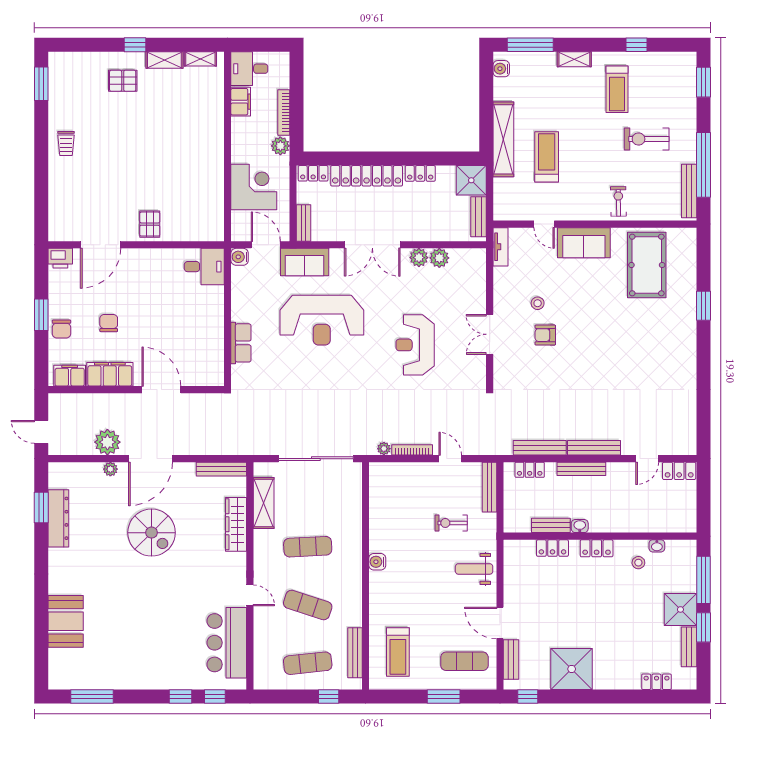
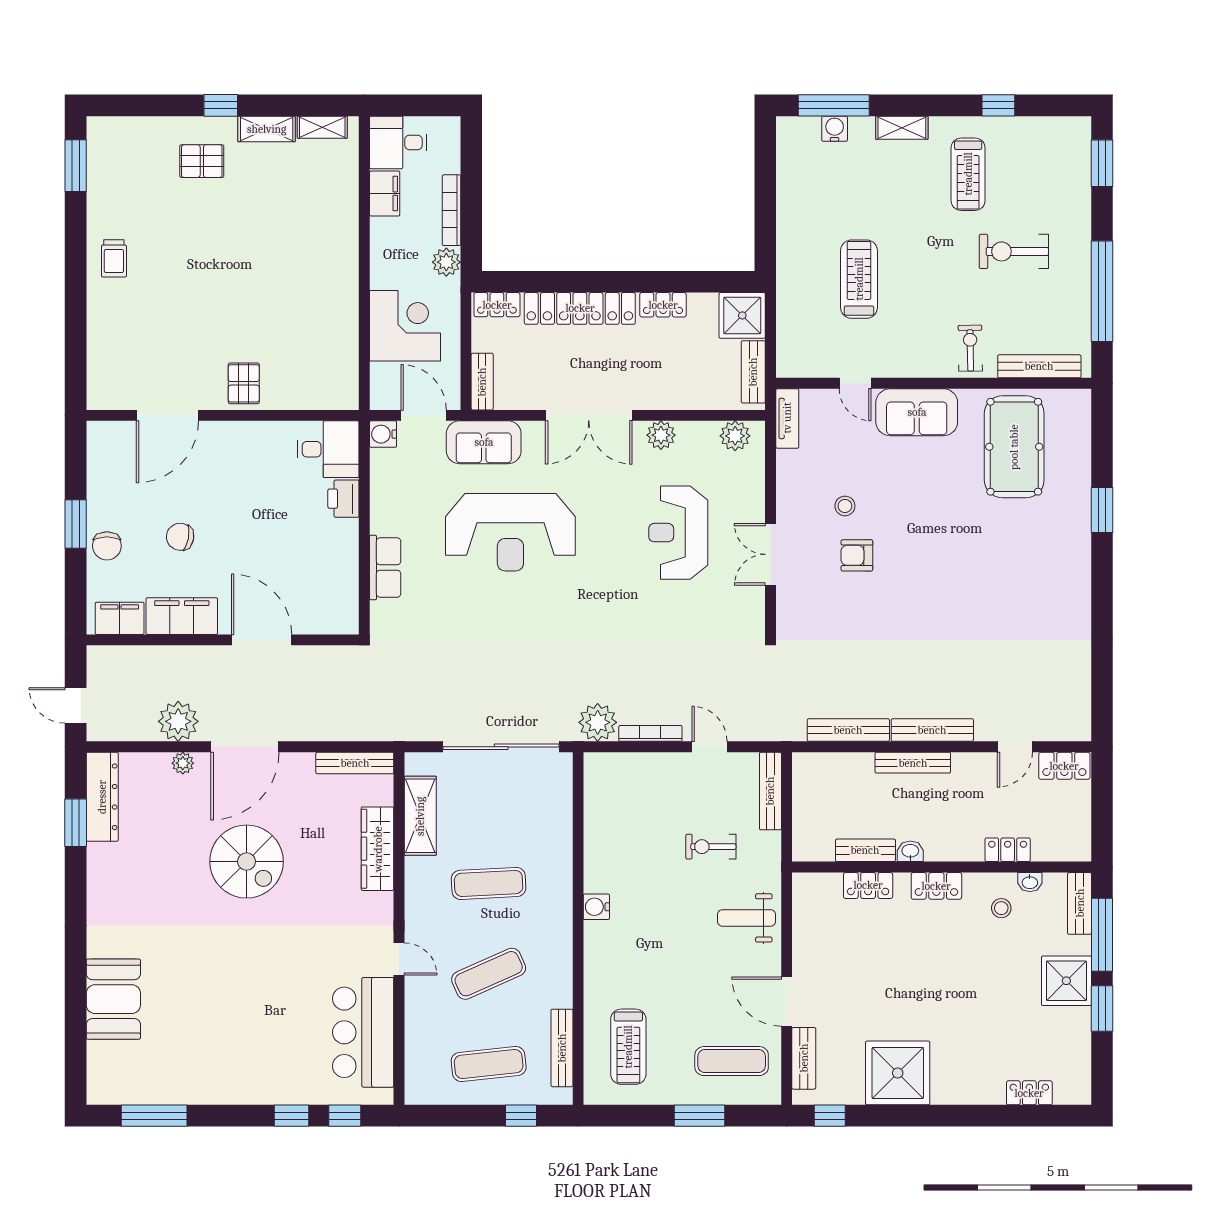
water cooler: (501, 69) -> (835, 129), moved, turned 90
shelving: (503, 139) -> (792, 252), removed
bench: (689, 191) -> (1039, 366), moved, turned 90
printer: (60, 258) -> (343, 499), moved, turned 90
plant: (439, 258) -> (735, 436), moved
chair: (109, 323) -> (180, 537), turned -79
reception desk: (415, 345) -> (678, 533), moved
plant: (384, 449) -> (598, 722), width x1.88, depth x1.88
locker: (530, 470) -> (1008, 850), moved, turned 180
dresser: (58, 518) -> (102, 797), moved
exercise mat: (308, 605) -> (489, 974), turned -42
bench: (689, 647) -> (1080, 903), moved

